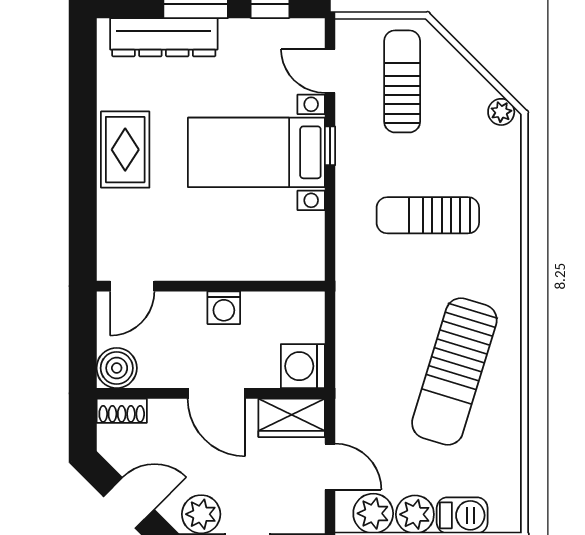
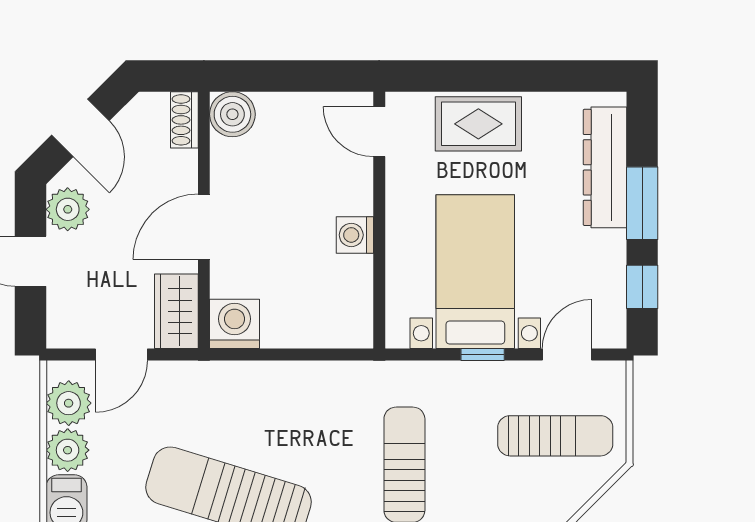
door: (132, 286) -> (379, 132), moved
wall: (211, 286) -> (379, 220), moved
washing machine: (224, 308) -> (355, 235), moved

